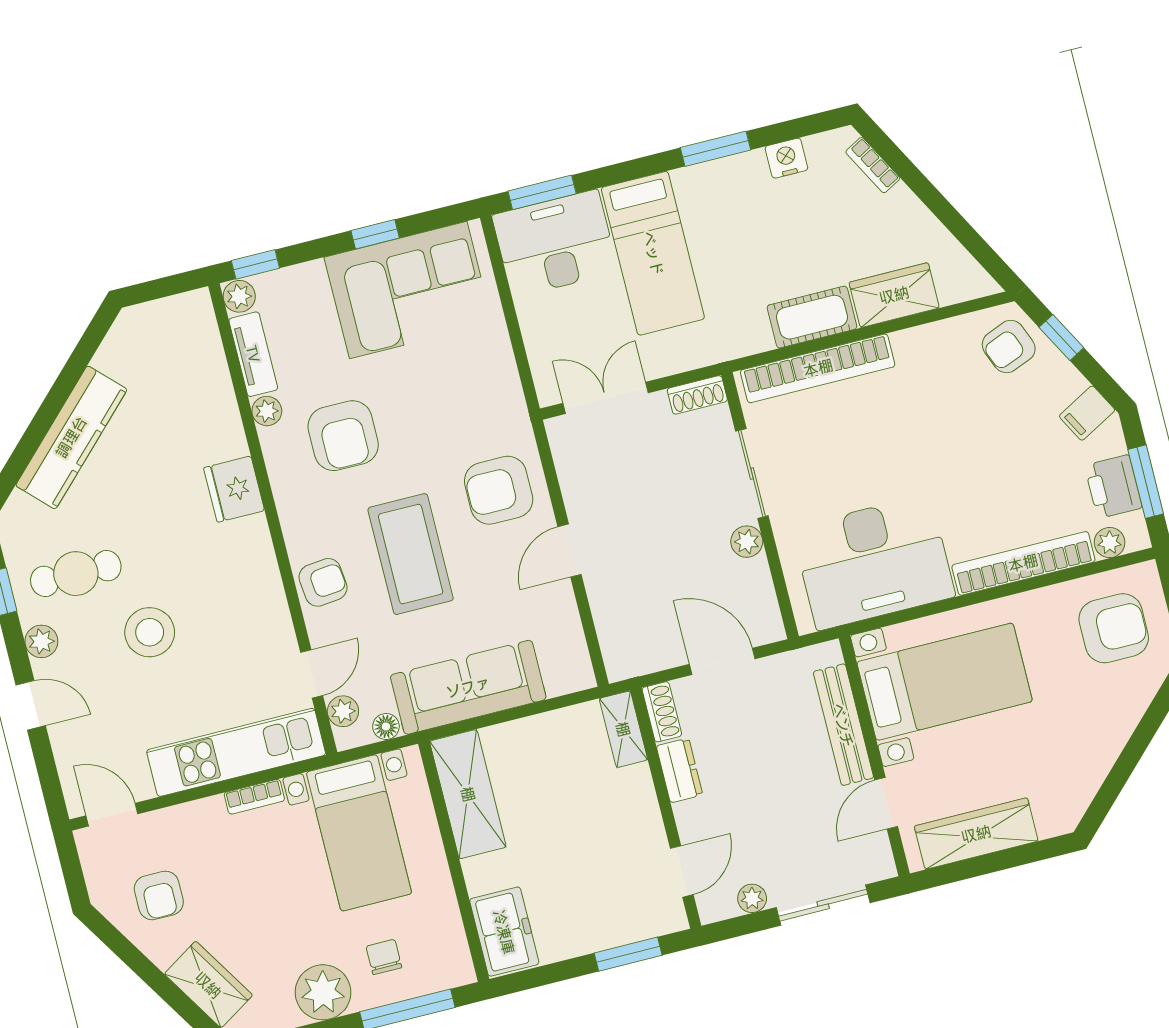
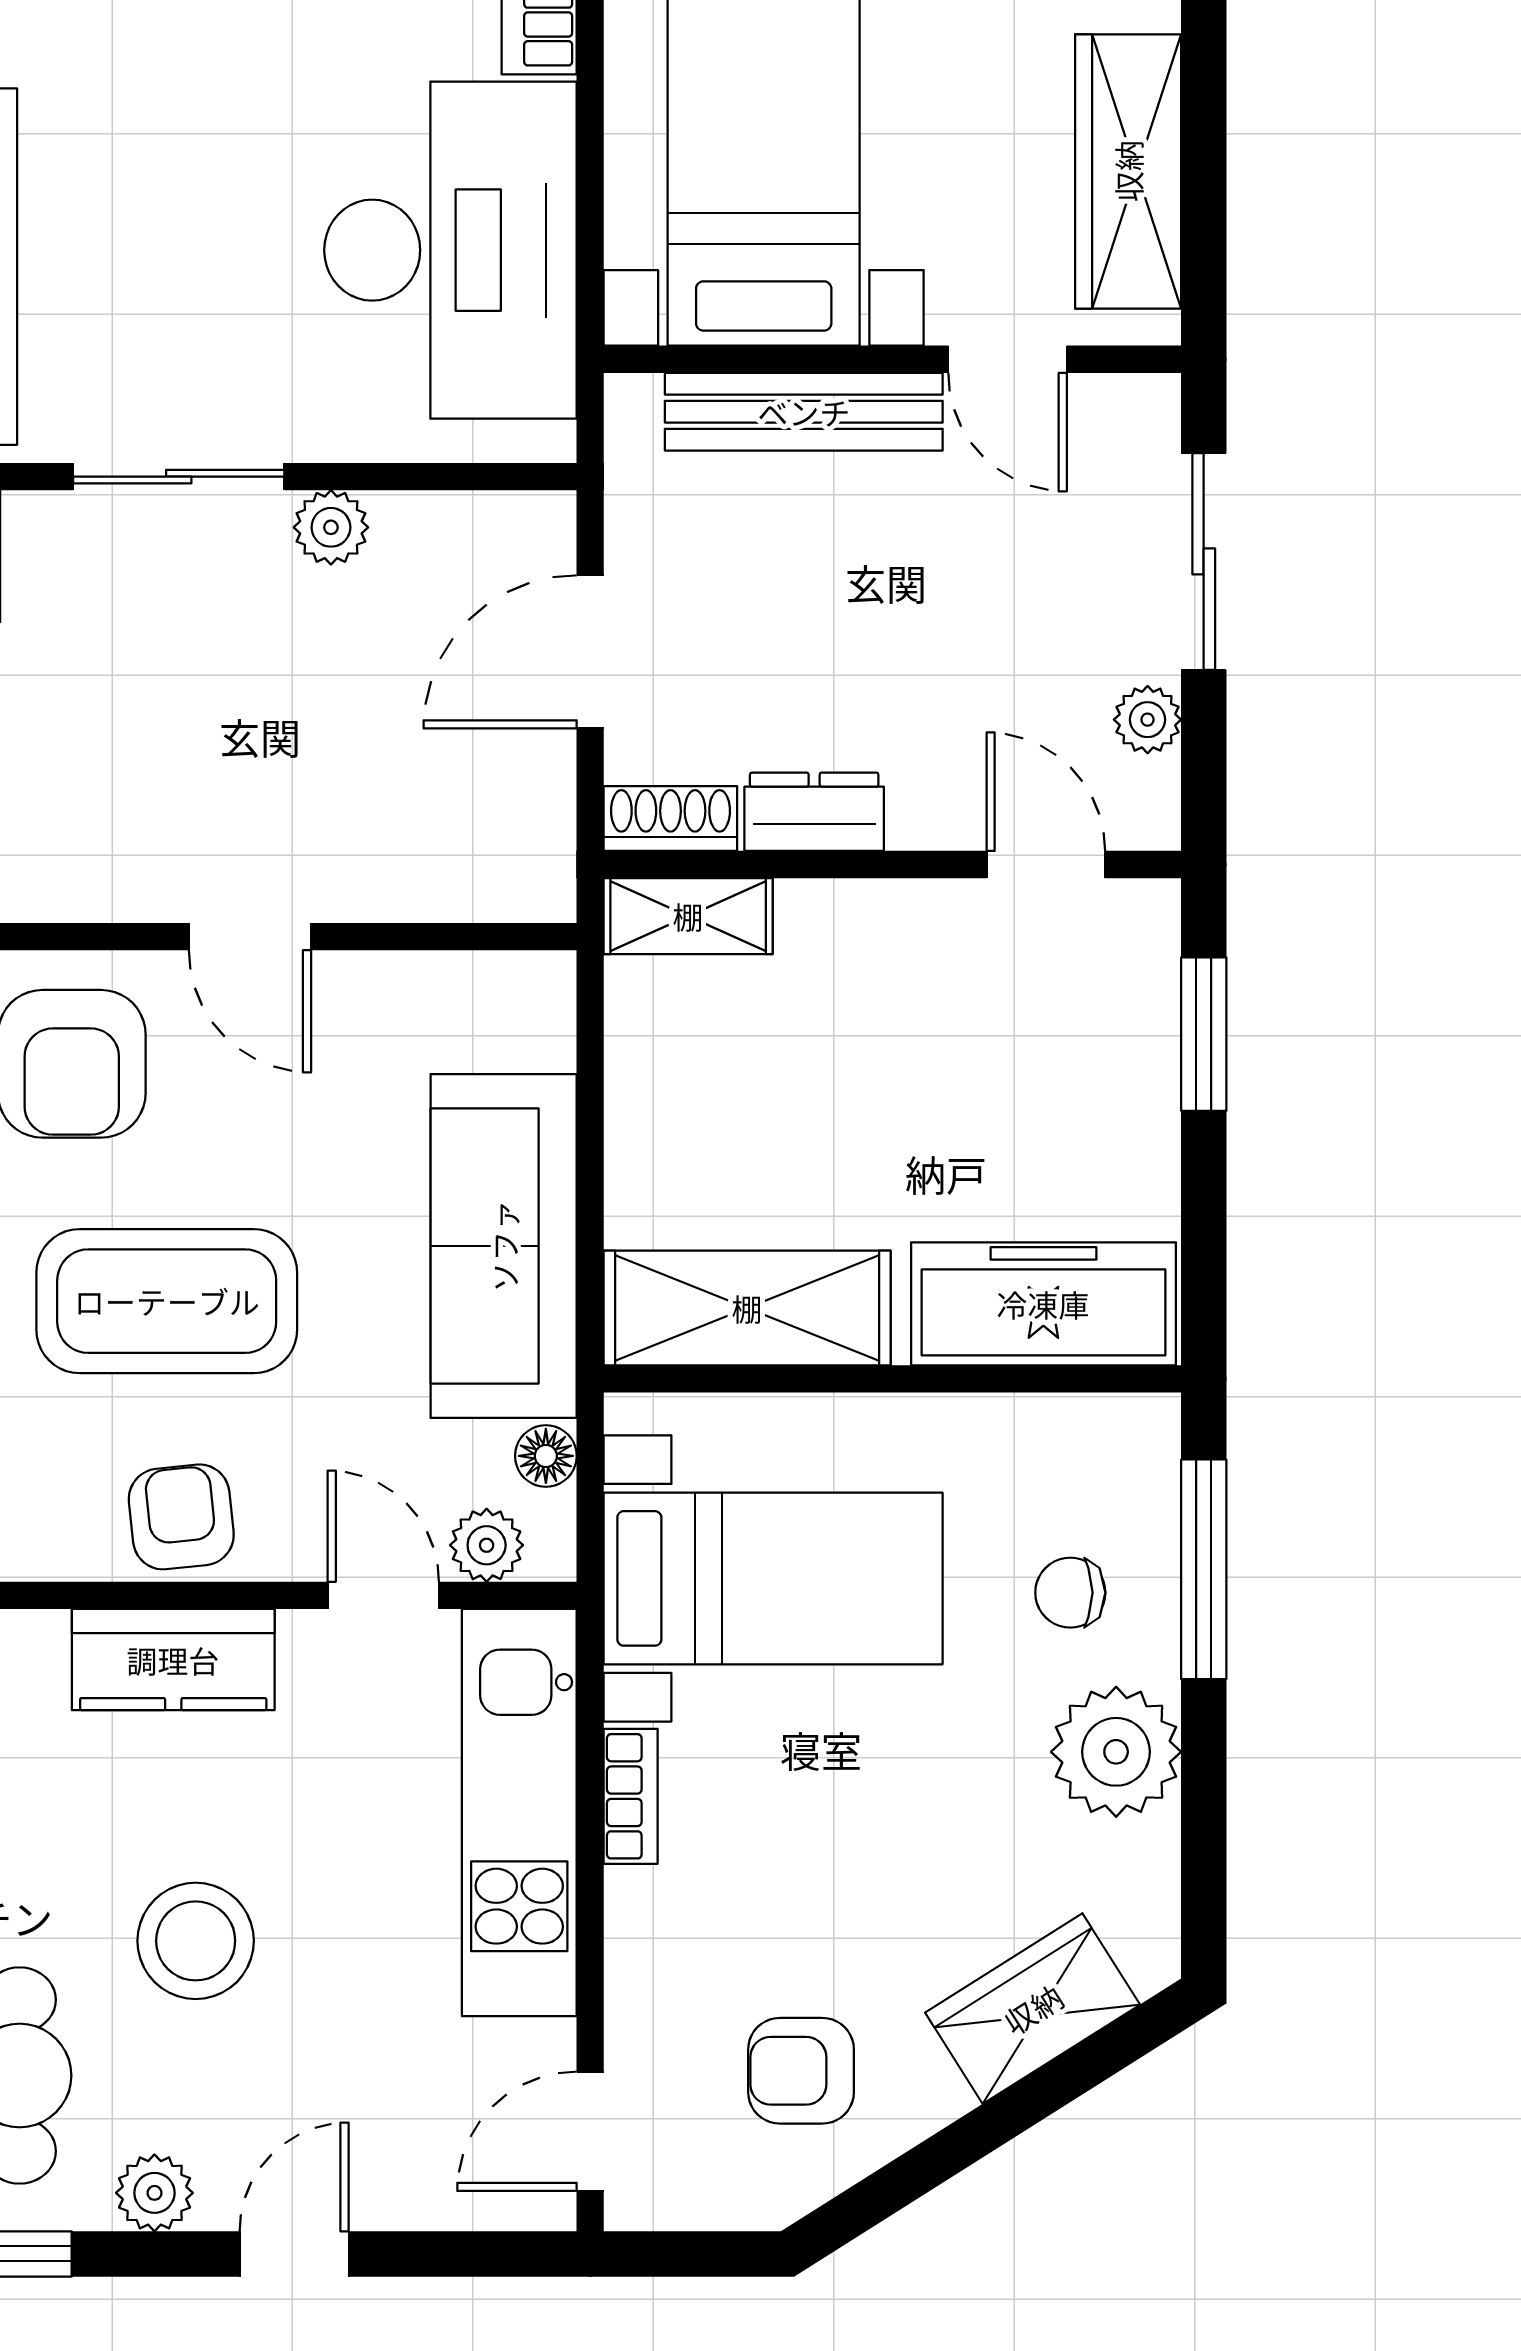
kitchen counter: (263, 594) -> (173, 1660), added
armchair: (159, 895) -> (801, 2071), turned 180
freezer: (504, 932) -> (1043, 1304), width x1.40

